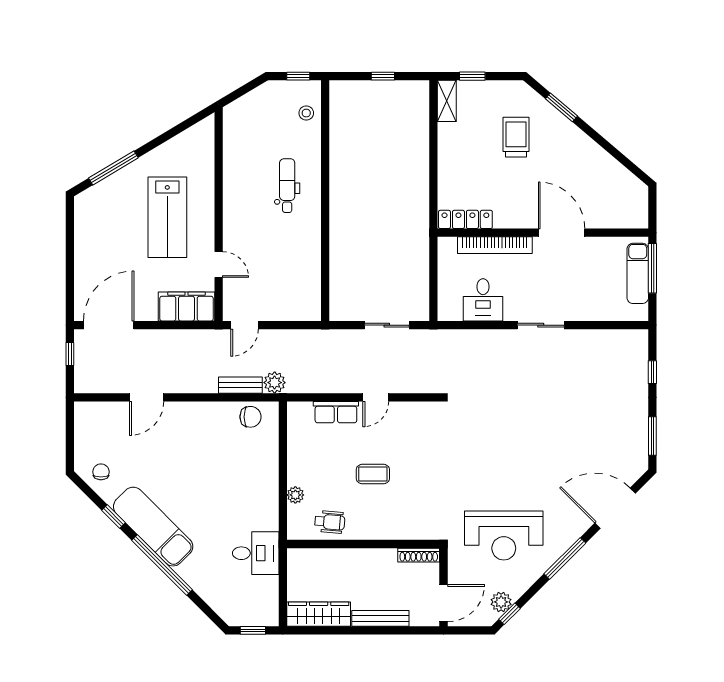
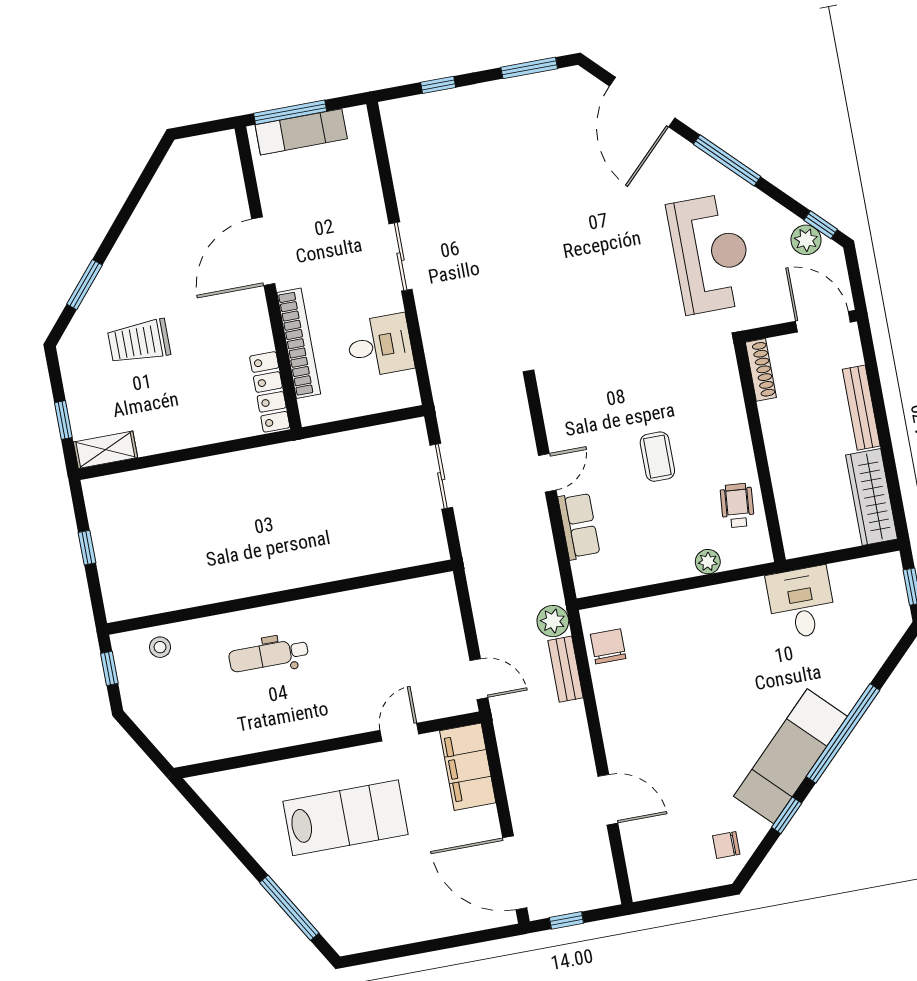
door: (376, 397) -> (547, 473), hinge flipped

